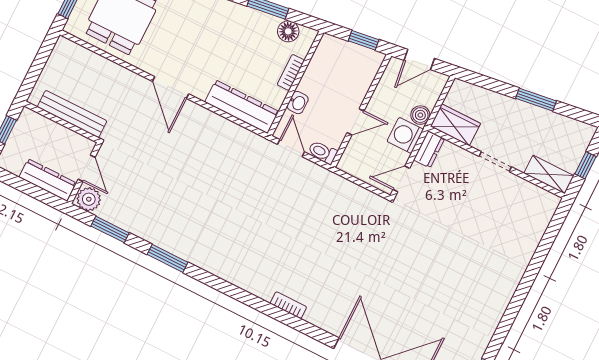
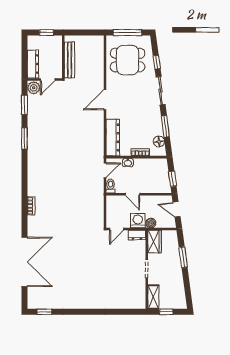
window: (536, 100) -> (183, 257), moved
door: (401, 179) -> (117, 229), swing flipped

